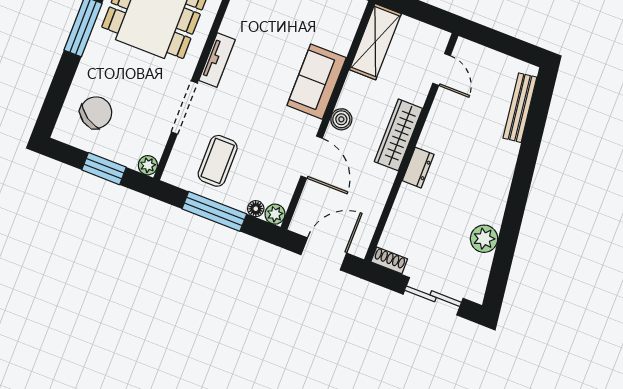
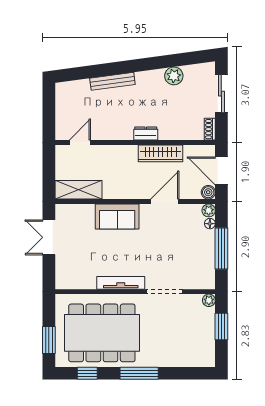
tv unit: (217, 60) -> (121, 283), width x1.41
bench: (520, 108) -> (112, 81), moved
chair: (96, 113) -> (189, 345), removed
boiler: (341, 119) -> (208, 192), moved
wardrobe: (398, 135) -> (161, 153), moved
coffee table: (218, 161) -> (190, 258), removed

